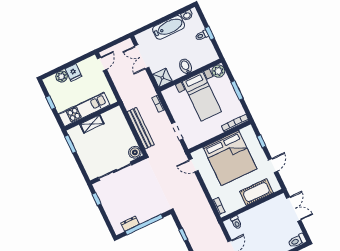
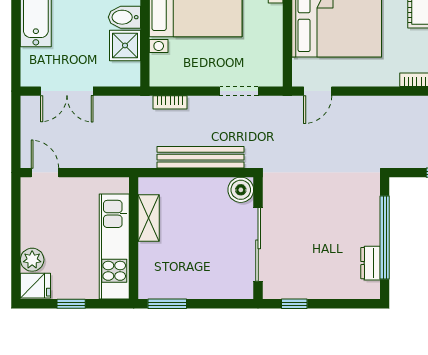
fridge: (73, 73) -> (35, 286), moved
shower: (162, 78) -> (125, 45), moved
shelving: (92, 124) -> (149, 218), moved

